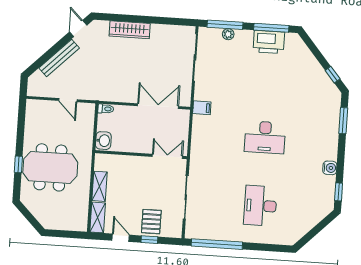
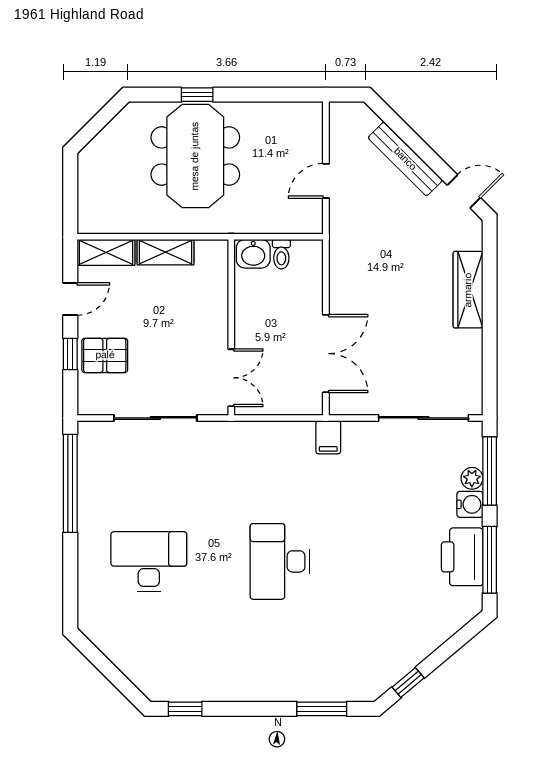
toilet: (106, 109) -> (281, 254), moved
water cooler: (330, 168) -> (470, 504), moved, turned -90

